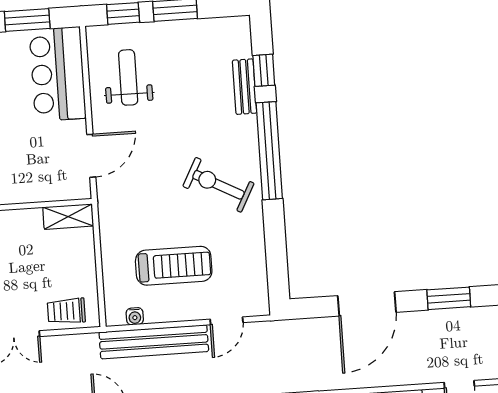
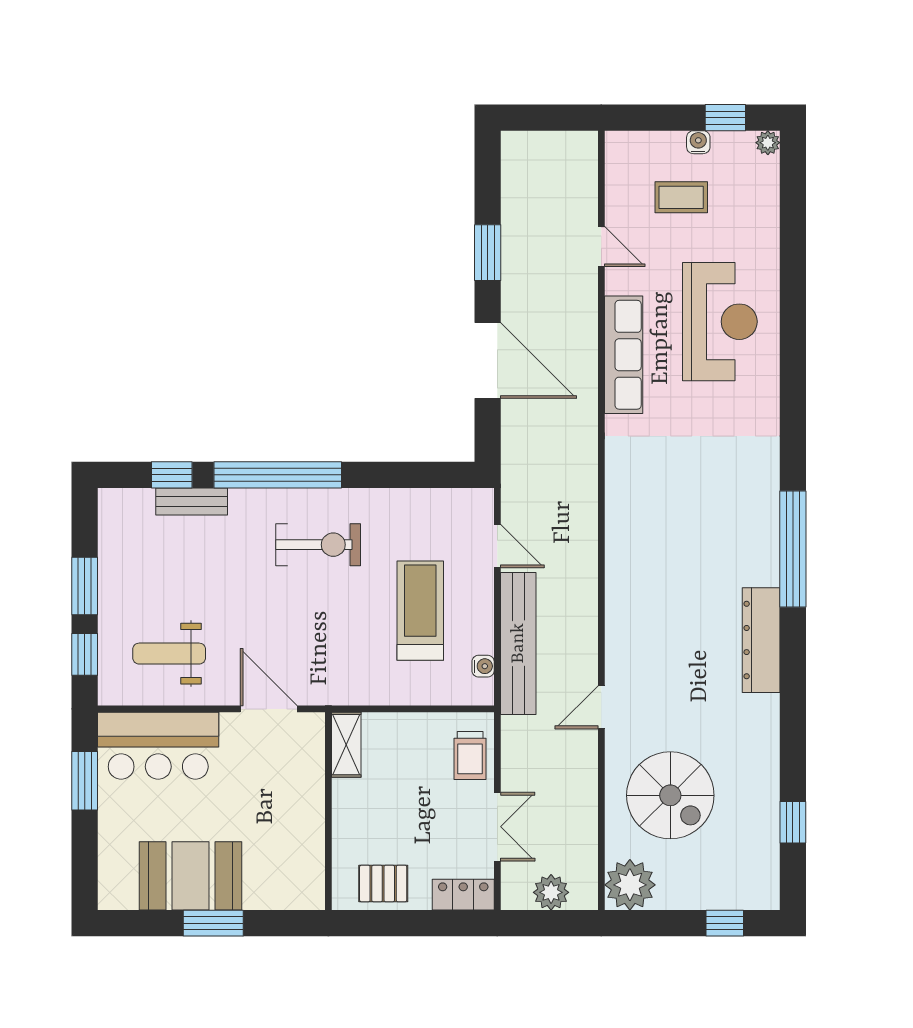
exercise bike: (218, 185) -> (318, 545), turned -118

